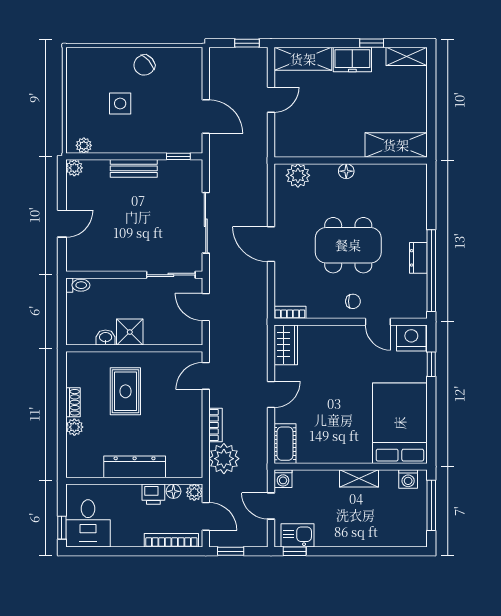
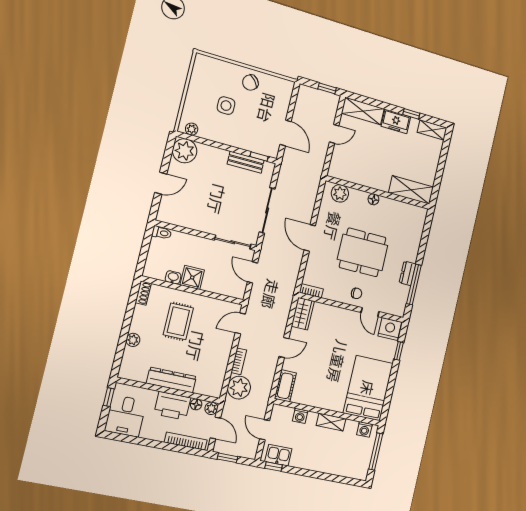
plant: (74, 168) -> (185, 151), width x1.88, depth x1.88
bench: (134, 168) -> (246, 162), moved
window: (431, 271) -> (414, 285), width x0.68
shoe rack: (73, 402) -> (143, 293), moved
washing machine: (283, 479) -> (300, 416), moved
printer: (153, 494) -> (172, 406), width x1.87, depth x1.48
window: (62, 528) -> (109, 397), moved

